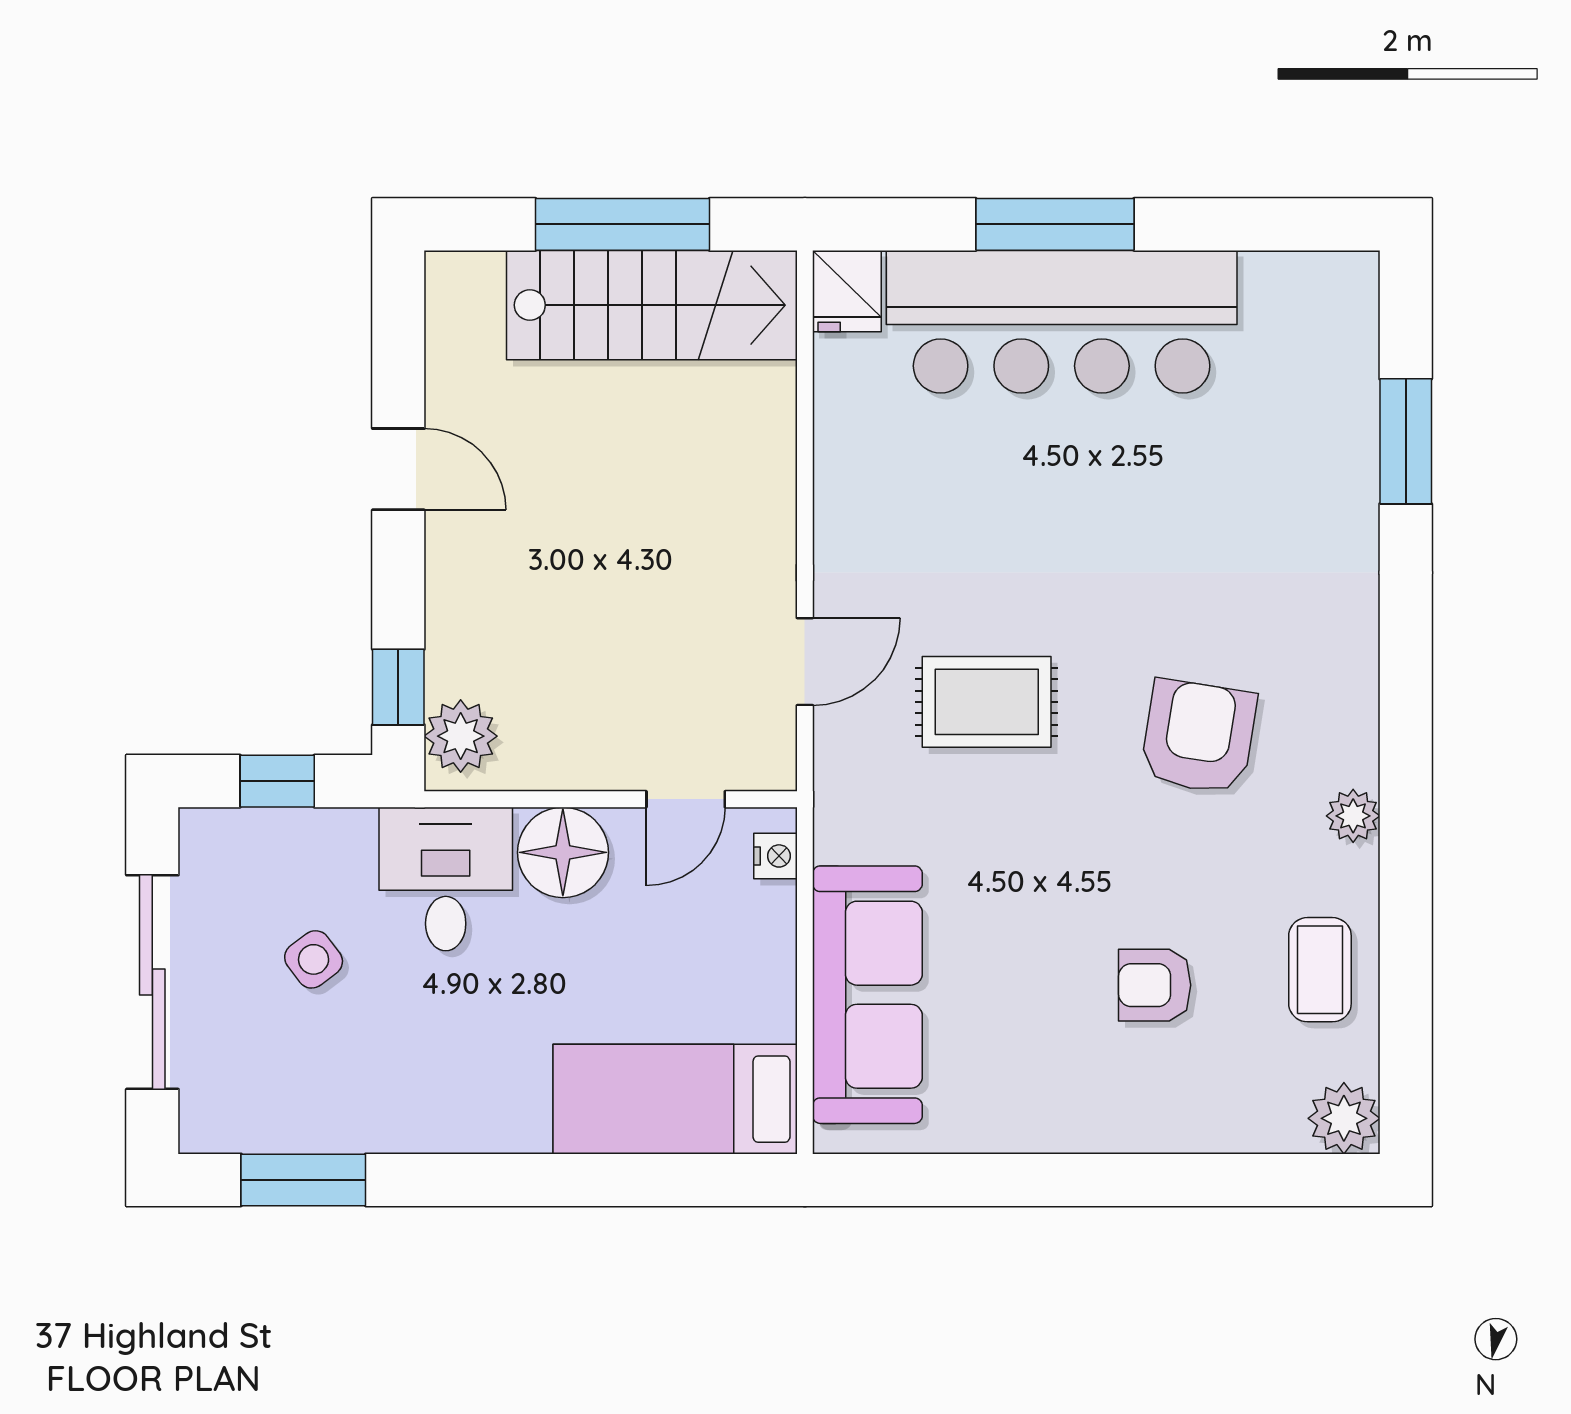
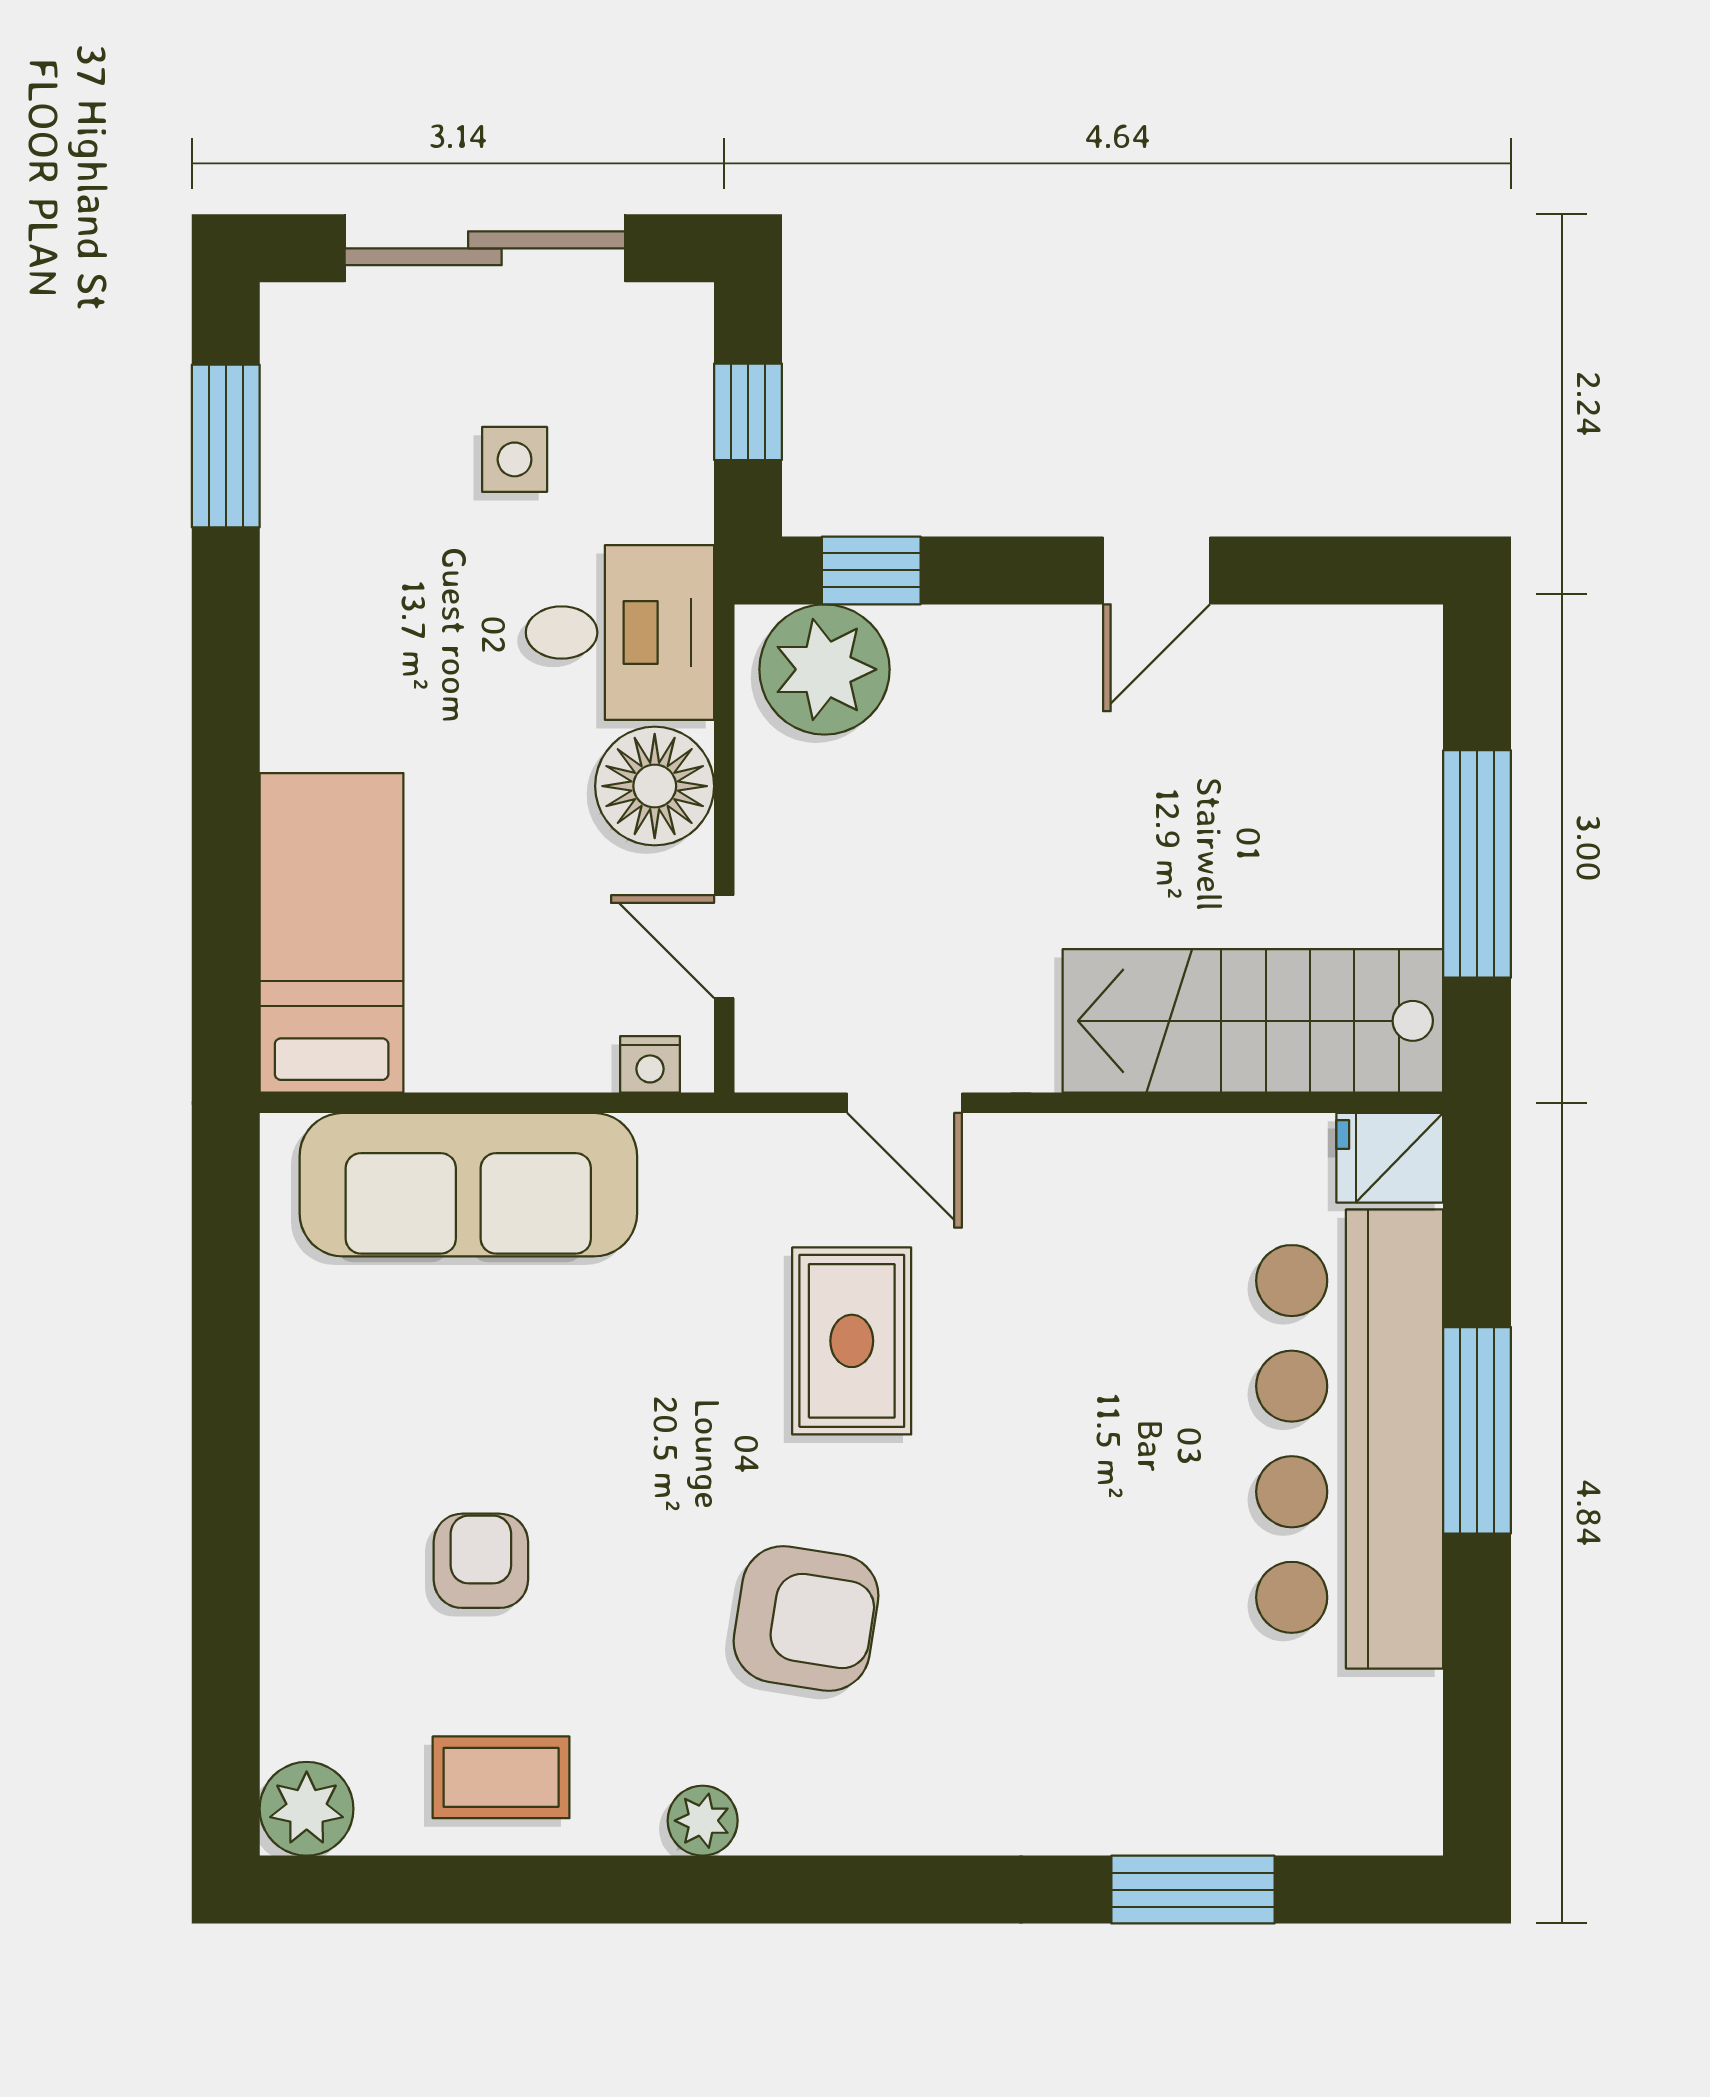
stairs: (652, 305) -> (1253, 1021), moved, turned 90
plant: (461, 736) -> (824, 669), width x1.36, depth x1.36
side table: (314, 959) -> (515, 459), turned 37

